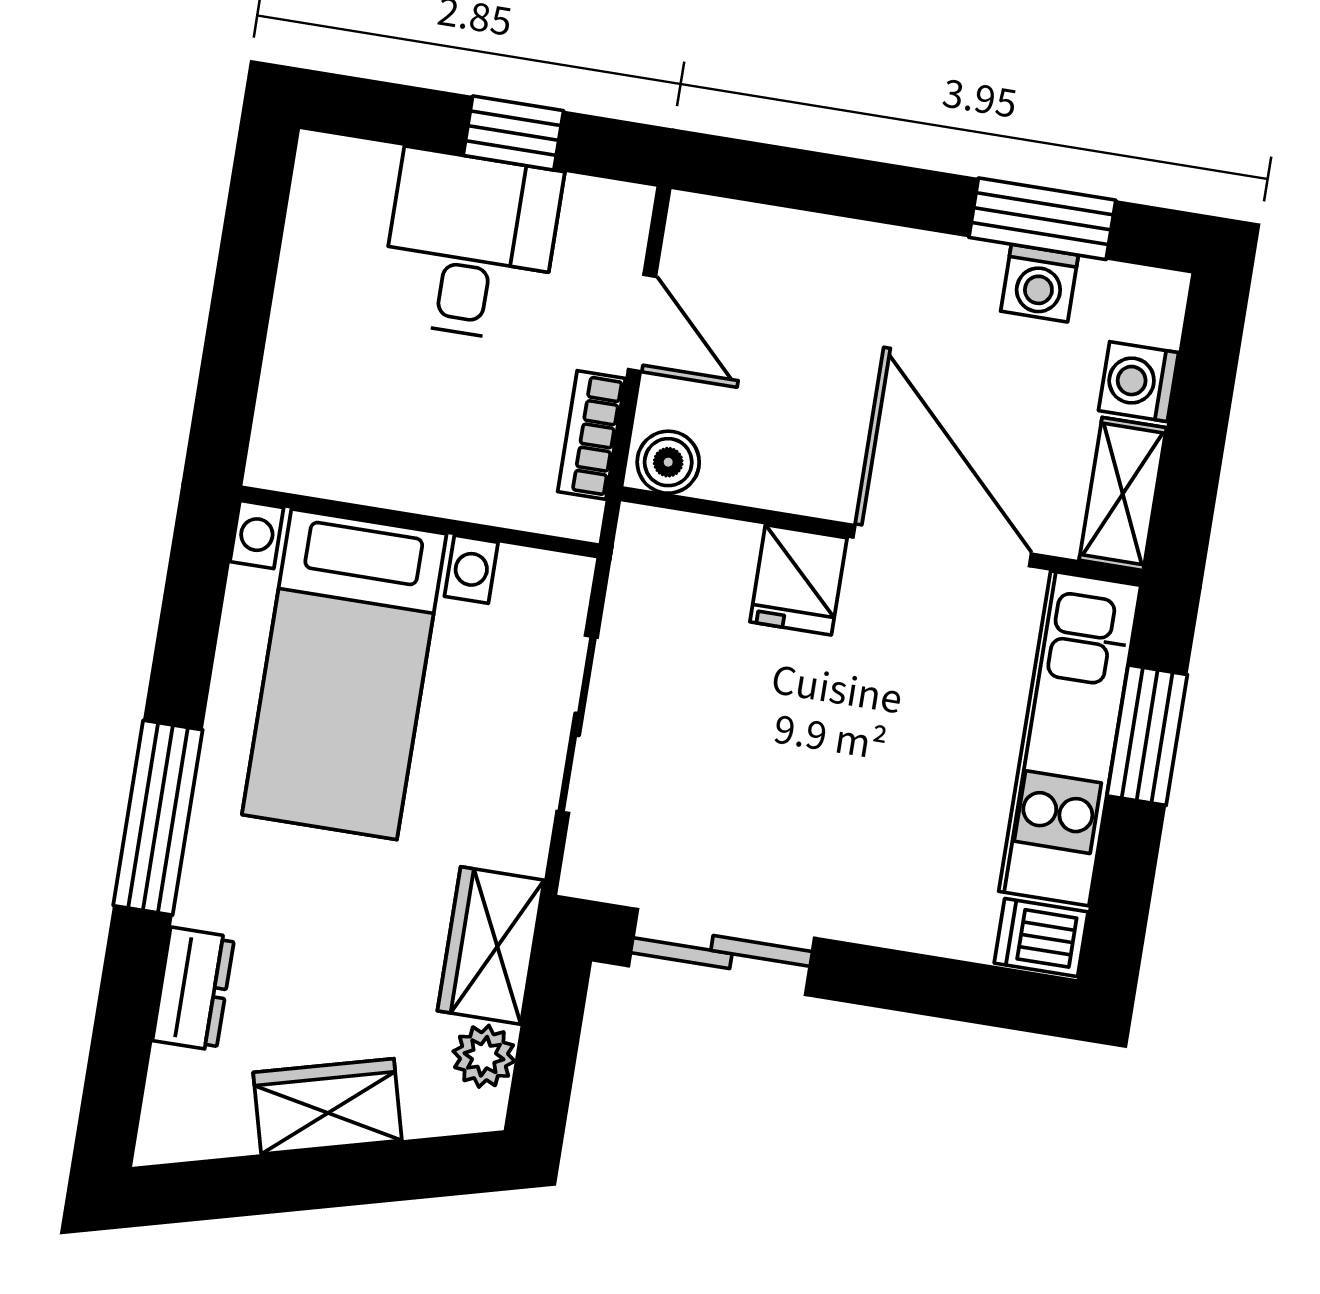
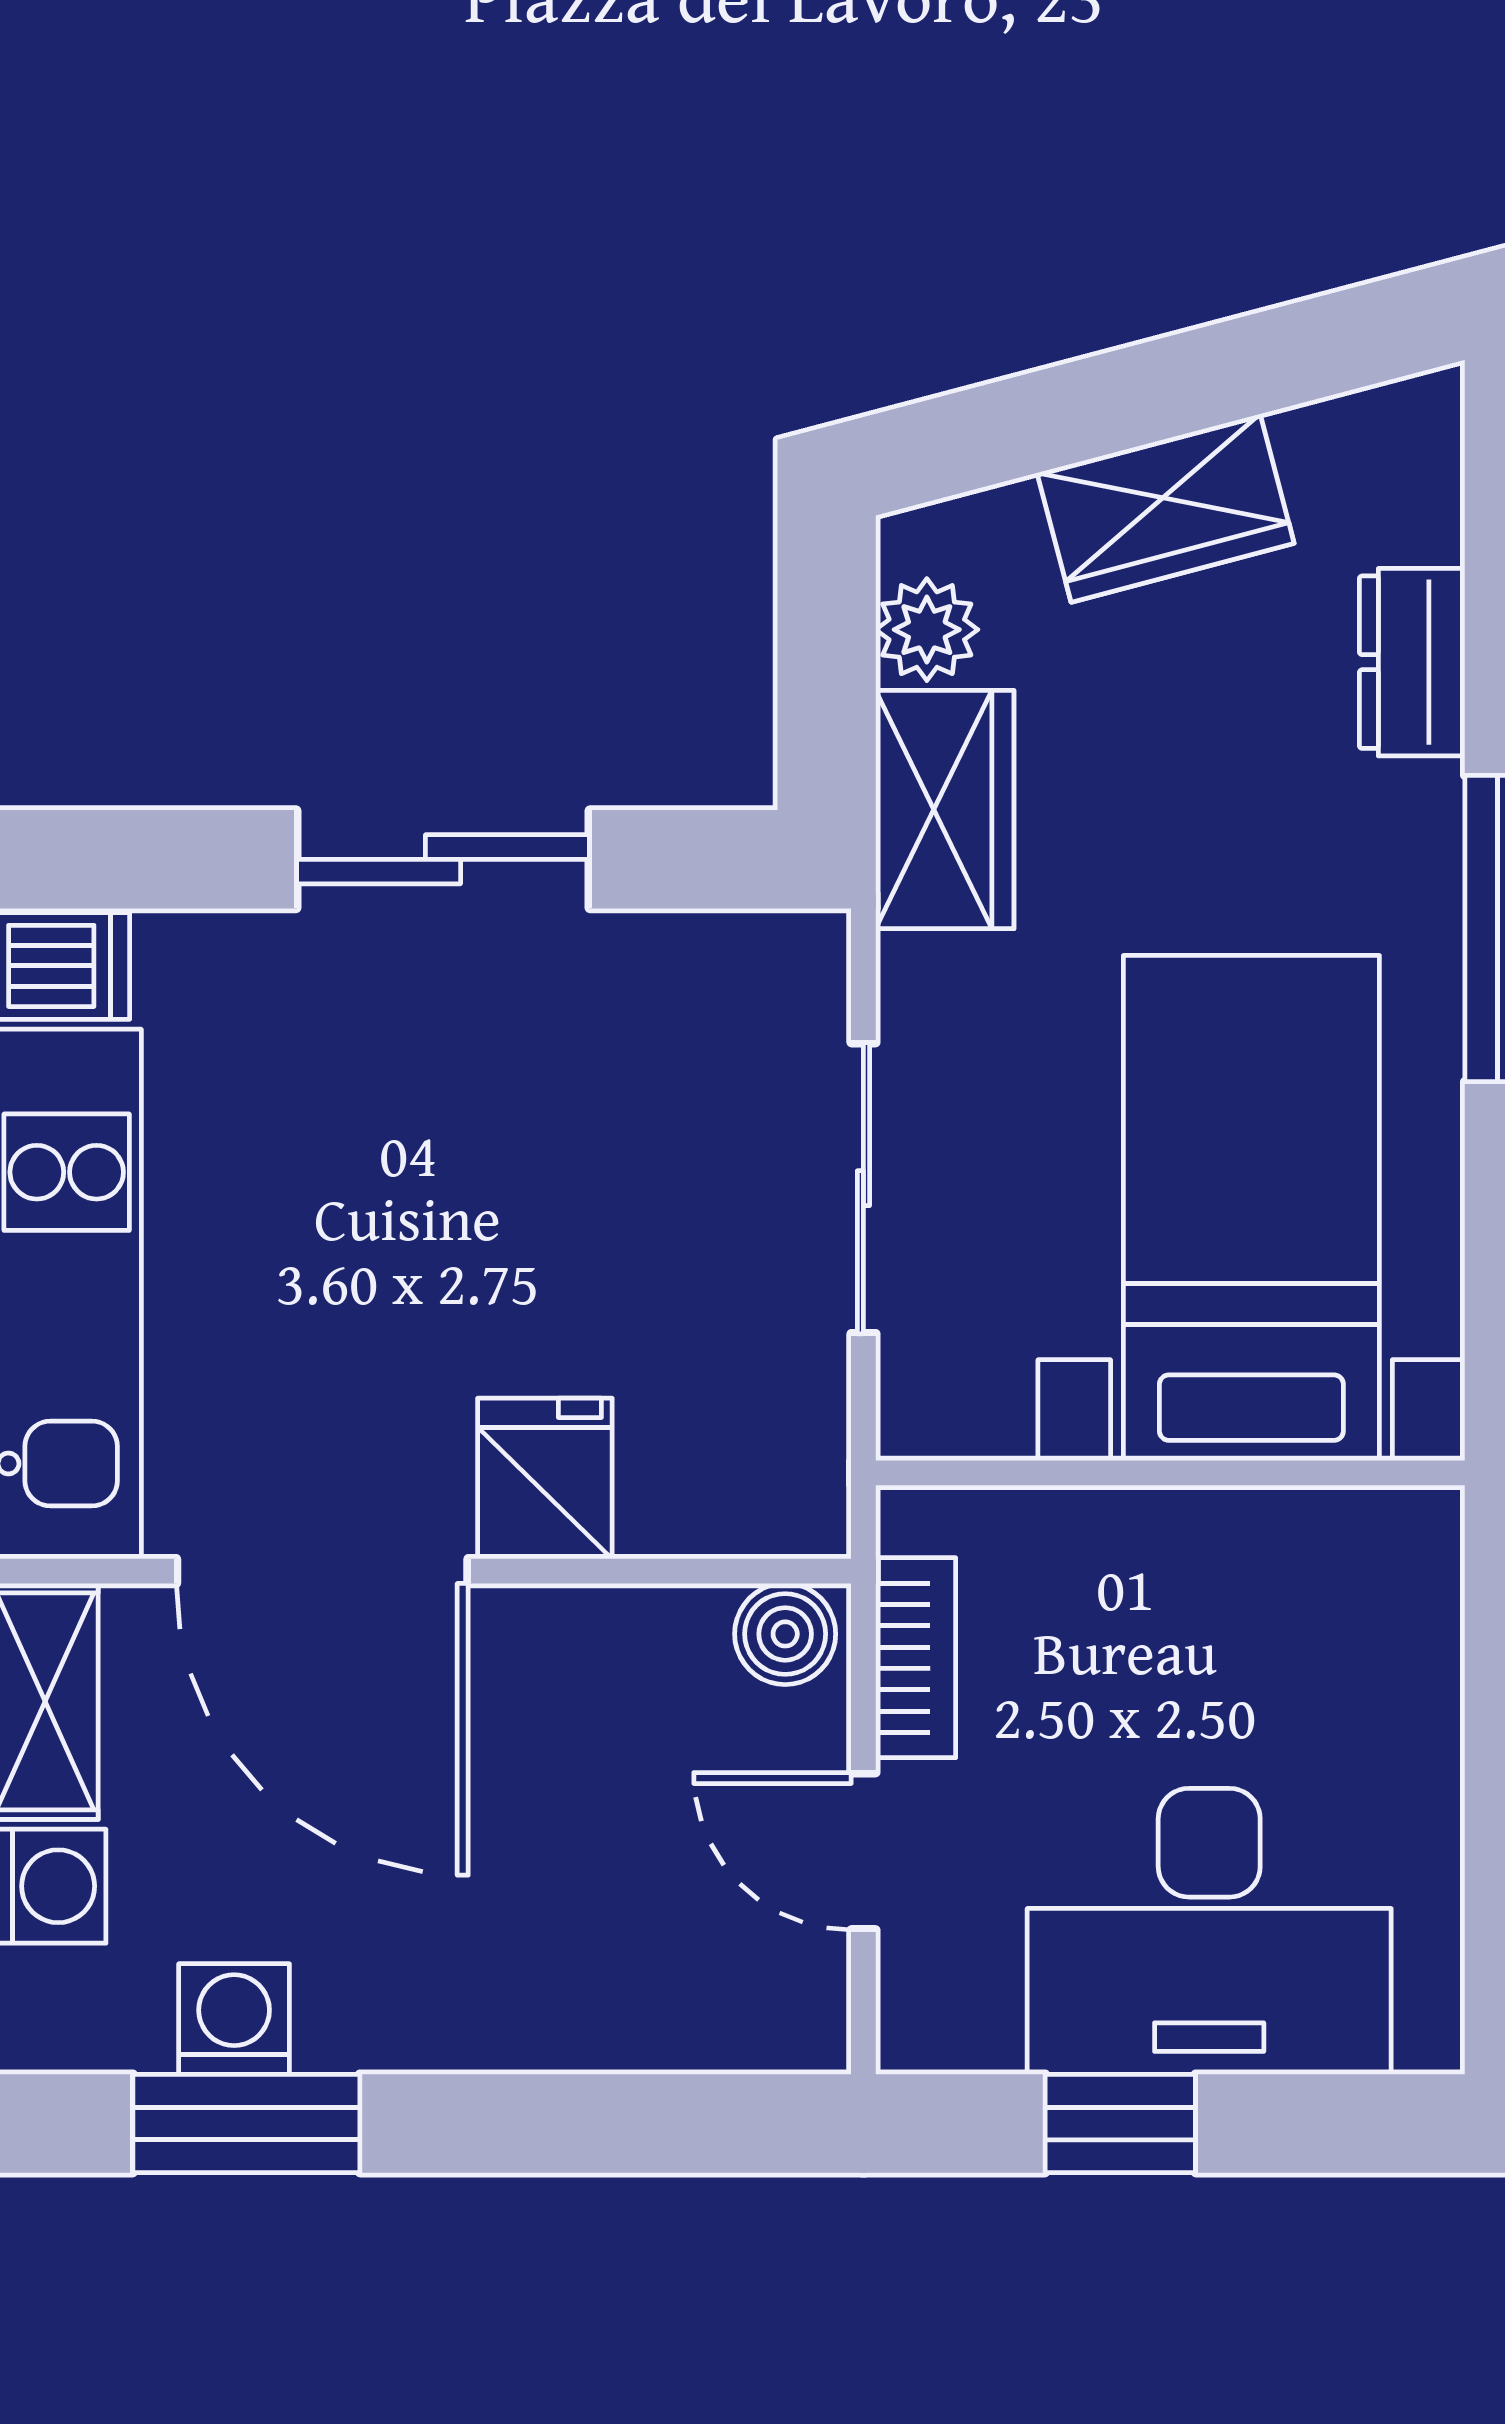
desk: (471, 245) -> (1209, 1931), width x1.37
sliding door: (721, 952) -> (443, 859), moved

